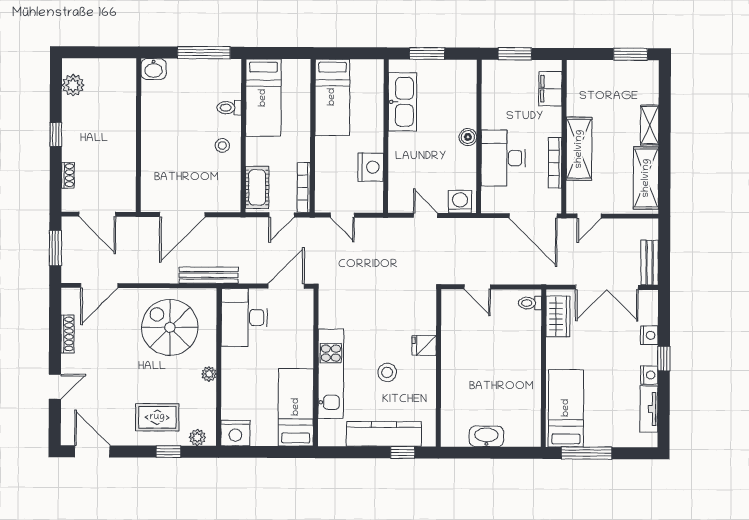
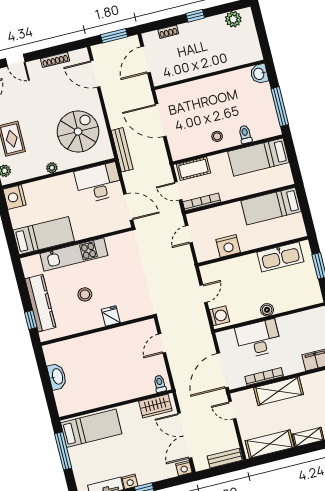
bench: (650, 263) -> (225, 458), moved
nightstand: (649, 335) -> (184, 468), moved

